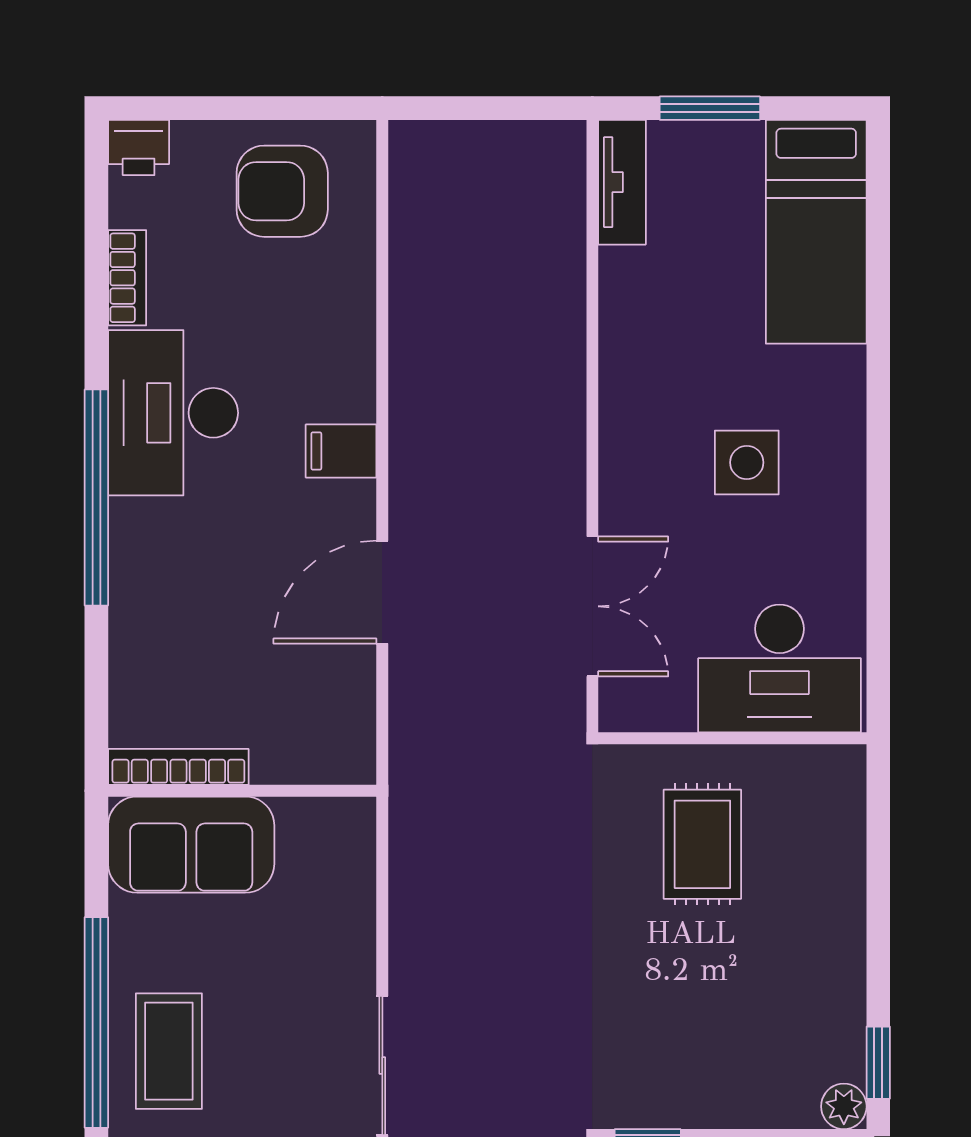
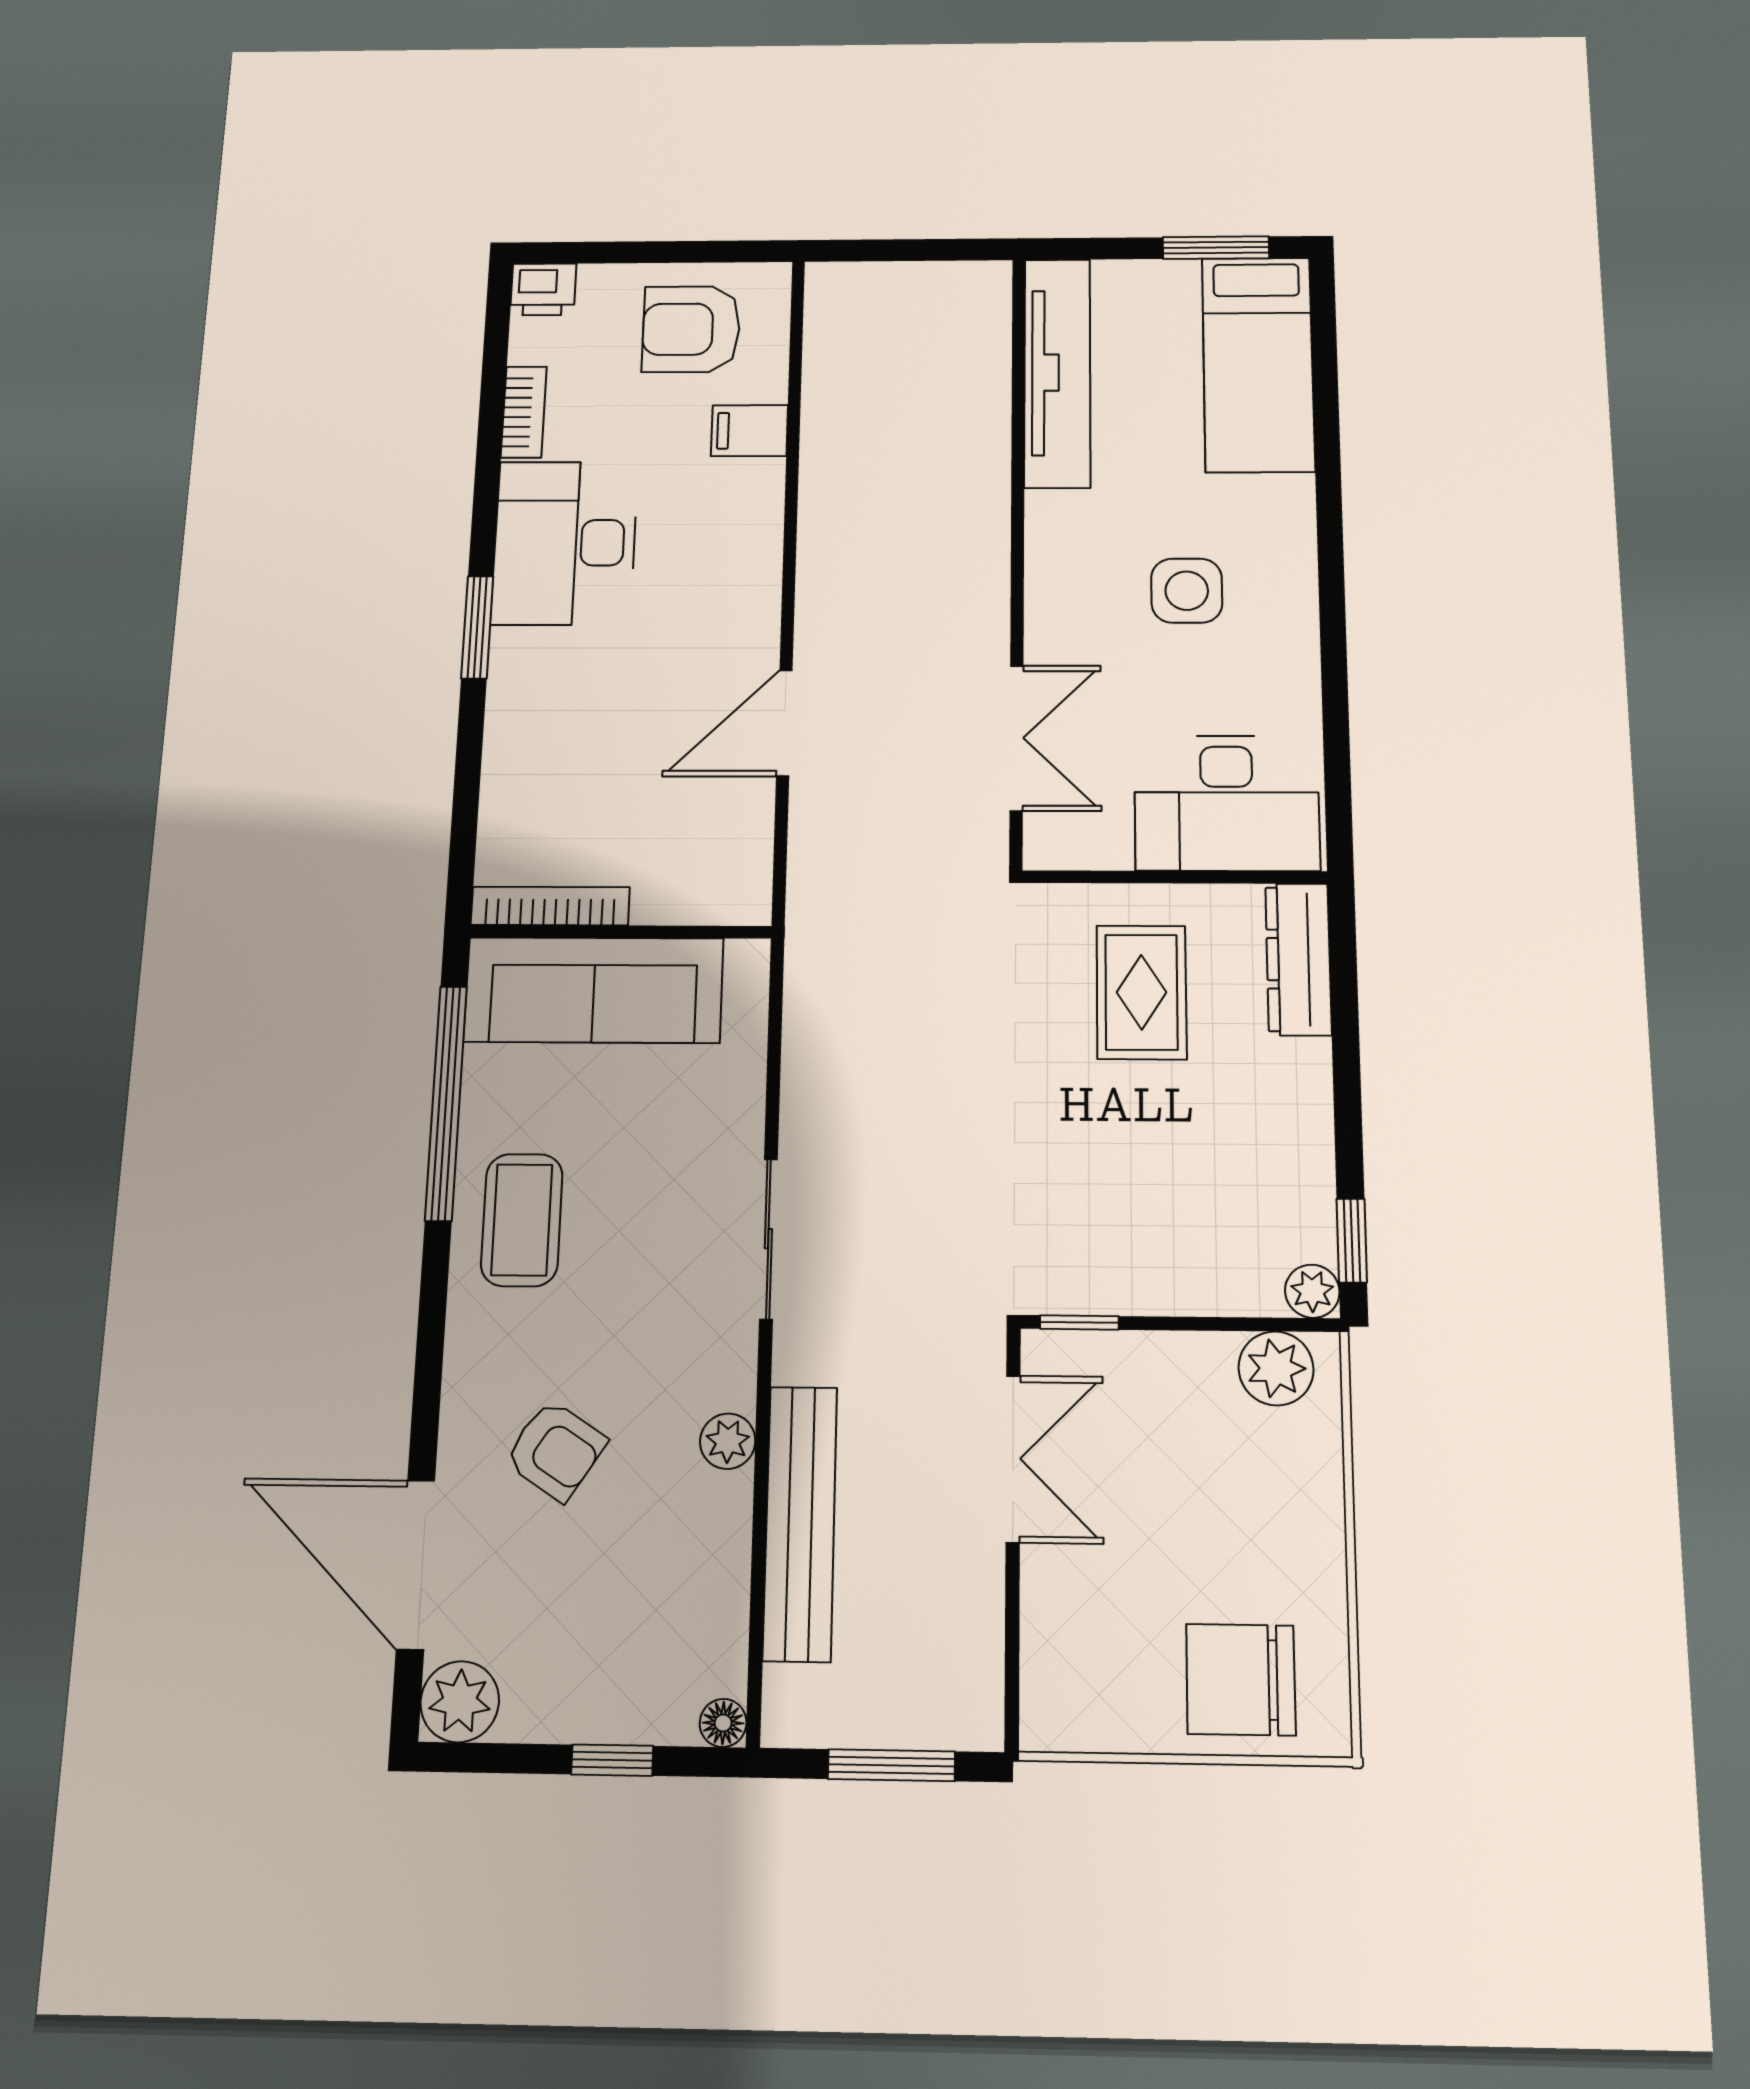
window: (710, 108) -> (1216, 248), moved
tv unit: (622, 182) -> (1057, 373), width x1.92, depth x1.29
filing cabinet: (341, 451) -> (749, 431), moved
window: (96, 497) -> (477, 627), width x0.47
dresser: (839, 813) -> (1298, 959), added
sofa: (191, 845) -> (594, 990), width x1.36
window: (96, 1022) -> (446, 1103), moved

